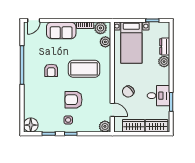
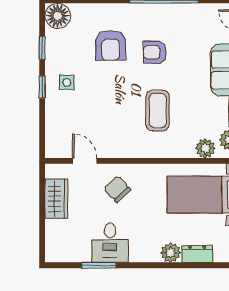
coffee table: (84, 69) -> (158, 110), width x0.73, depth x0.76
armchair: (74, 100) -> (111, 46), moved, turned 180
door: (112, 110) -> (85, 161), swing flipped
plant: (105, 126) -> (55, 148), removed
wardrobe: (156, 126) -> (56, 239), removed

